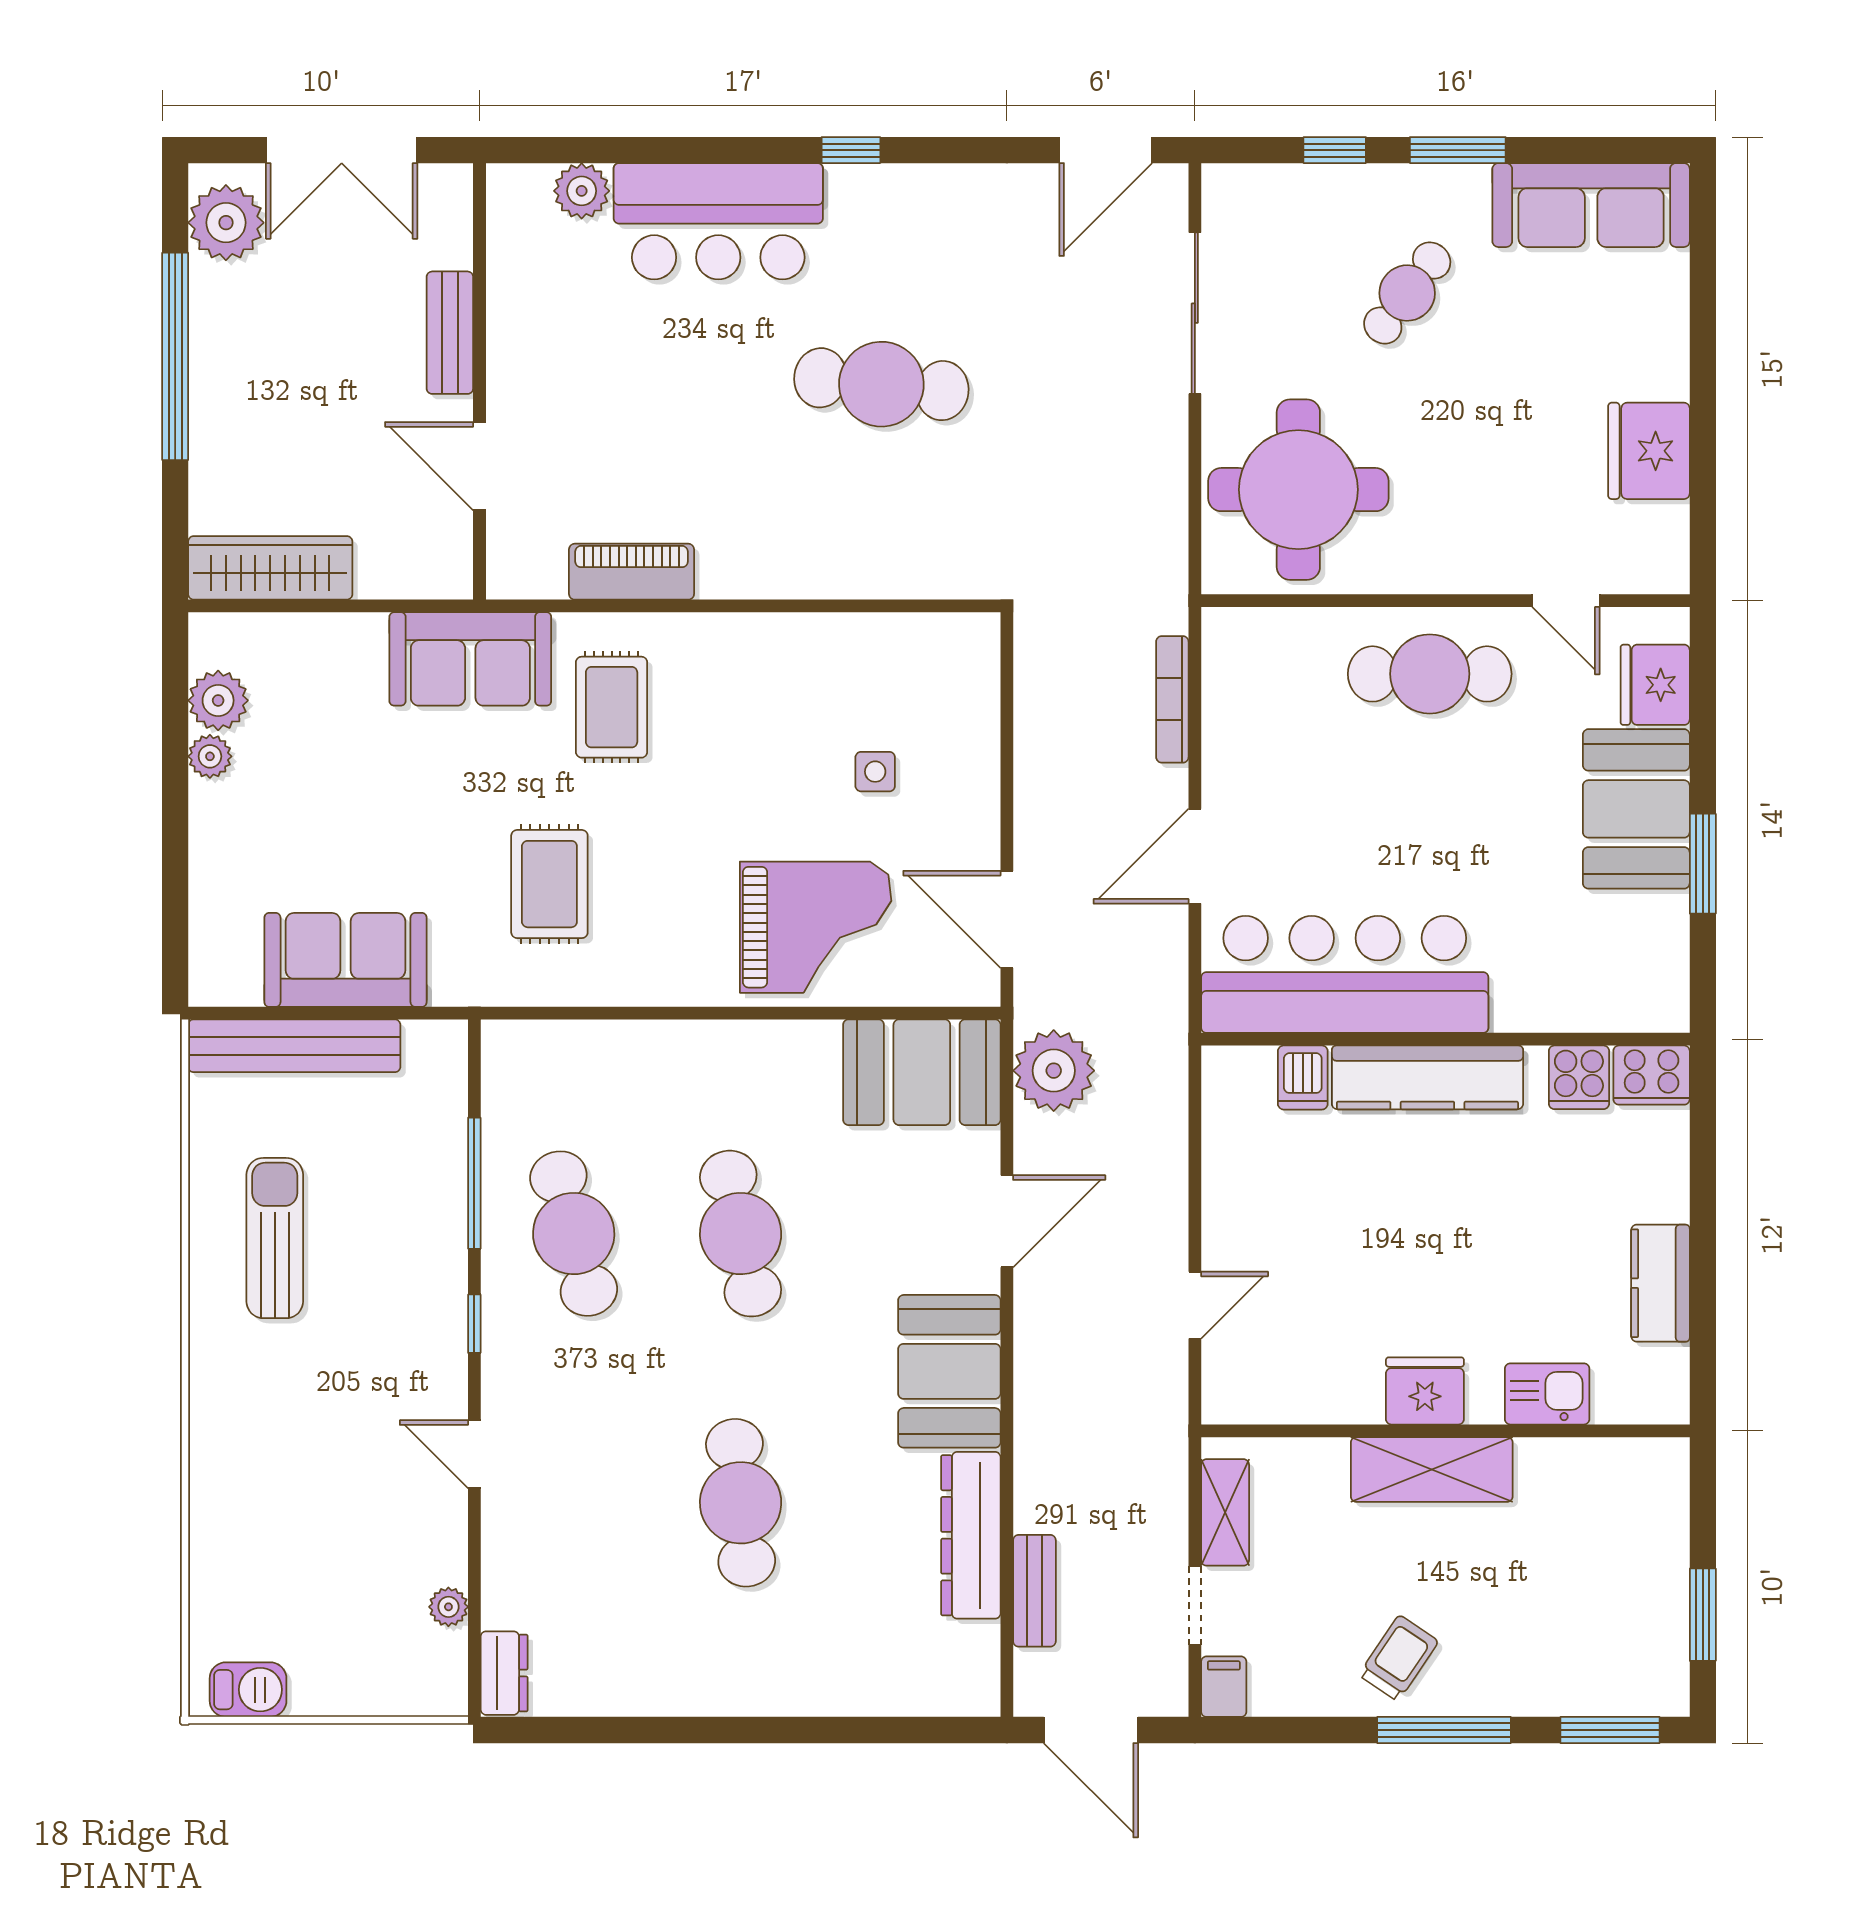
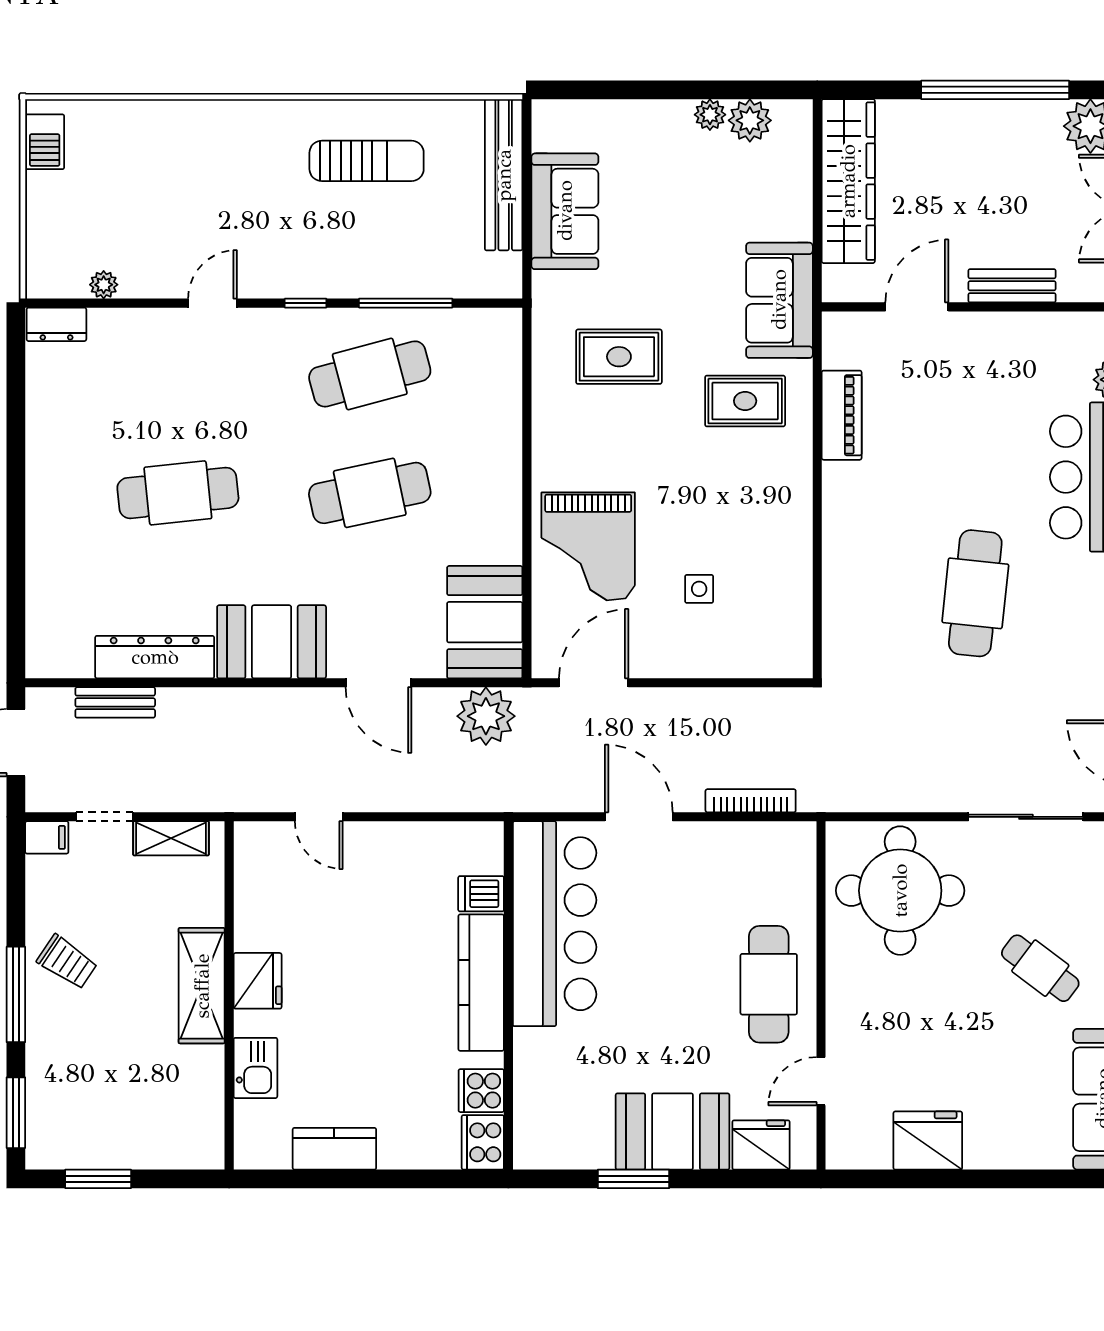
wardrobe: (270, 568) -> (848, 181), width x1.40, depth x1.17

